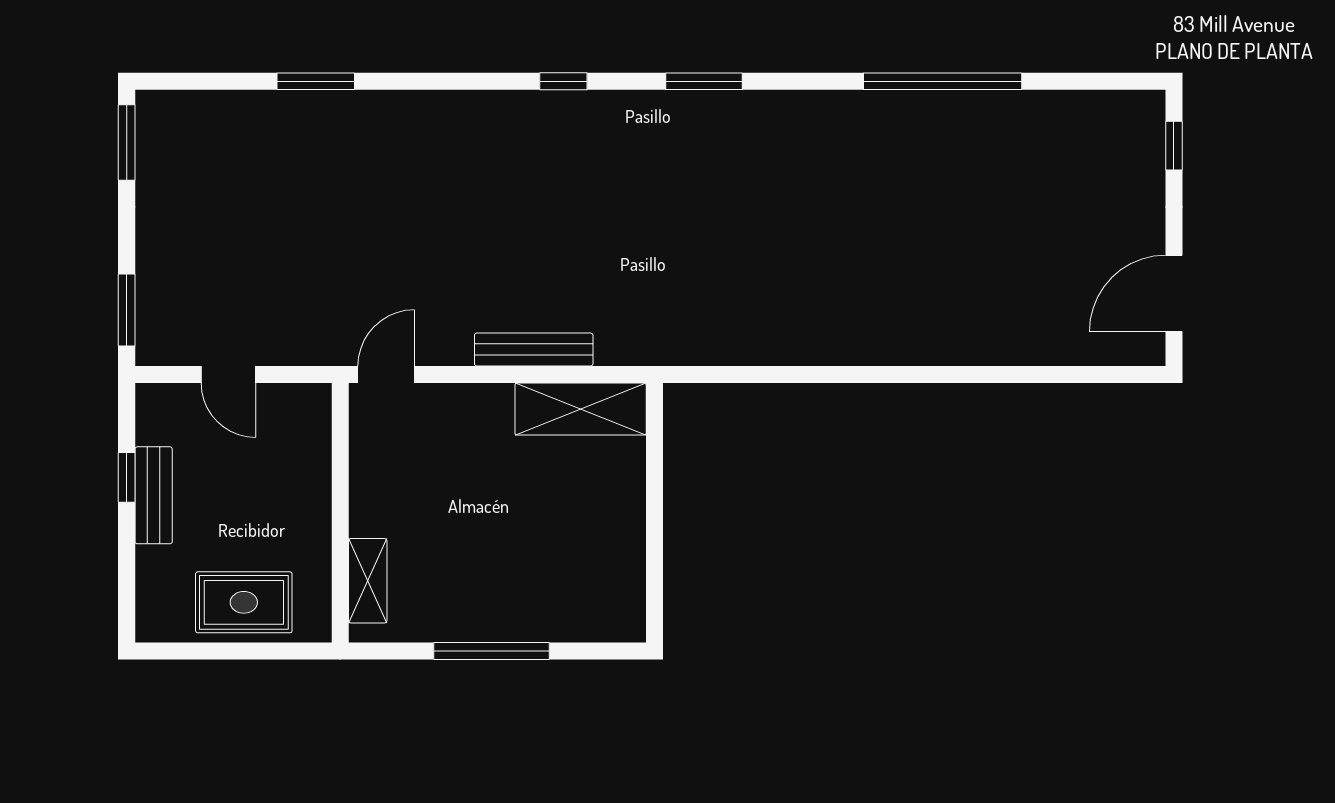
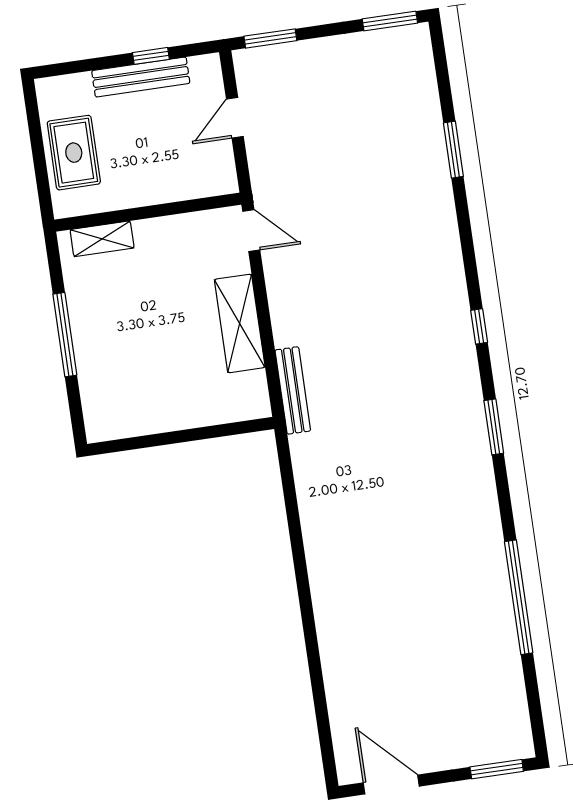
window: (1174, 146) -> (497, 769), width x1.50
bench: (534, 350) -> (293, 390), moved
shelving: (581, 409) -> (240, 323), moved
bench: (154, 495) -> (141, 77), width x1.36

